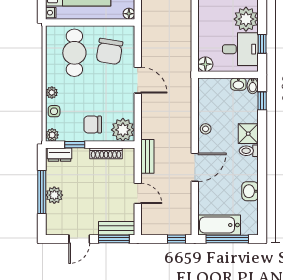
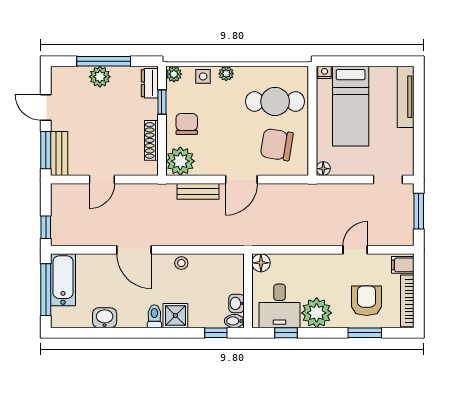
bench: (147, 156) -> (198, 191), moved

